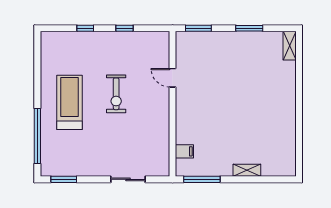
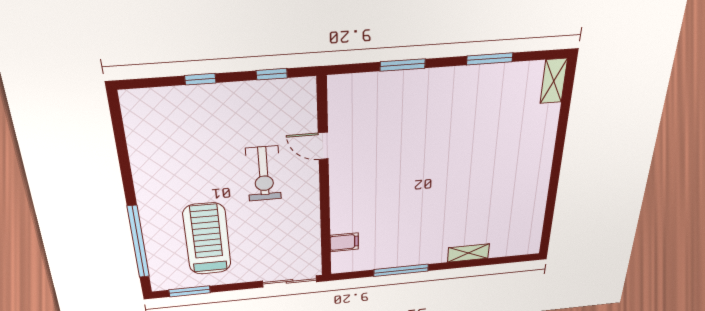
door: (173, 78) -> (323, 146), moved
treadmill: (70, 102) -> (207, 239), moved
wall: (173, 104) -> (324, 182), moved
filing cabinet: (184, 151) -> (344, 242), moved

